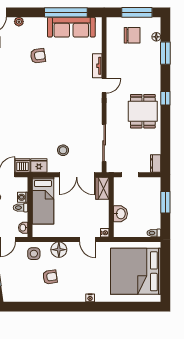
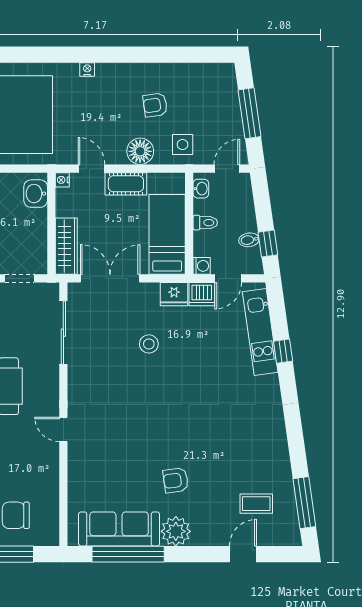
plant: (19, 22) -> (176, 531), moved, width x1.87, depth x1.87
tv unit: (97, 66) -> (75, 463), removed
door: (104, 86) -> (63, 429), hinge flipped
stool: (63, 150) -> (149, 344), moved
wardrobe: (102, 188) -> (66, 246), width x1.50
washing machine: (23, 197) -> (202, 266), moved
washbasin: (120, 214) -> (36, 194), moved
cot: (67, 230) -> (126, 184), added

